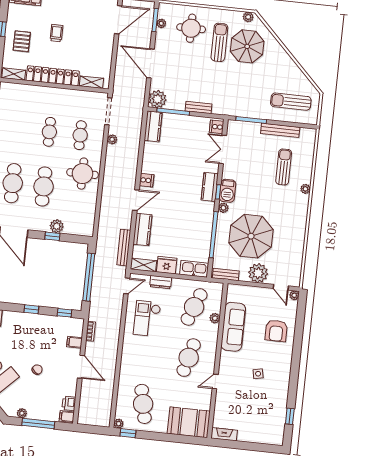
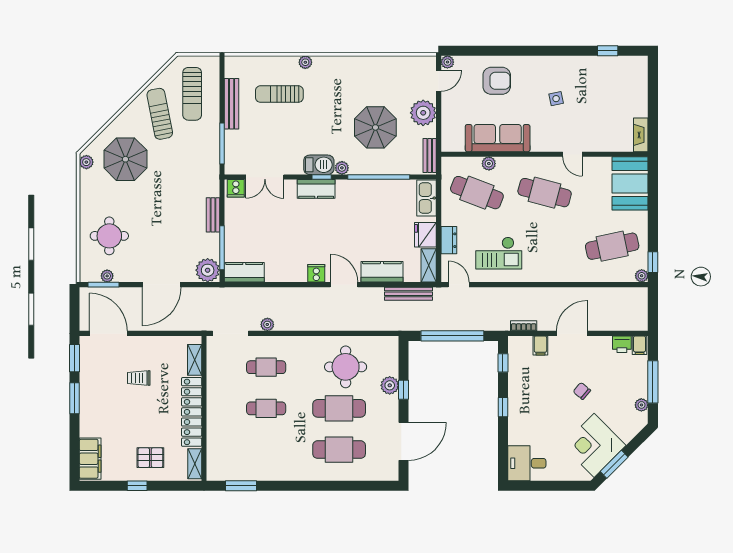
trolley: (56, 33) -> (139, 378), moved
sun lounger: (219, 42) -> (160, 114), moved, turned 79
round table: (83, 174) -> (346, 367), moved
parasol: (251, 236) -> (375, 127), width x0.73, depth x0.73

